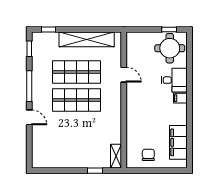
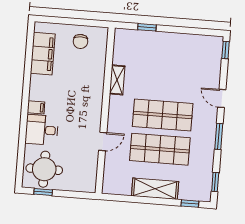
shelving: (87, 39) -> (155, 189), width x0.68
door: (124, 75) -> (103, 141), swing flipped
window: (29, 86) -> (219, 136), width x0.69
shelving: (116, 156) -> (117, 80), moved
window: (29, 157) -> (226, 50), added

